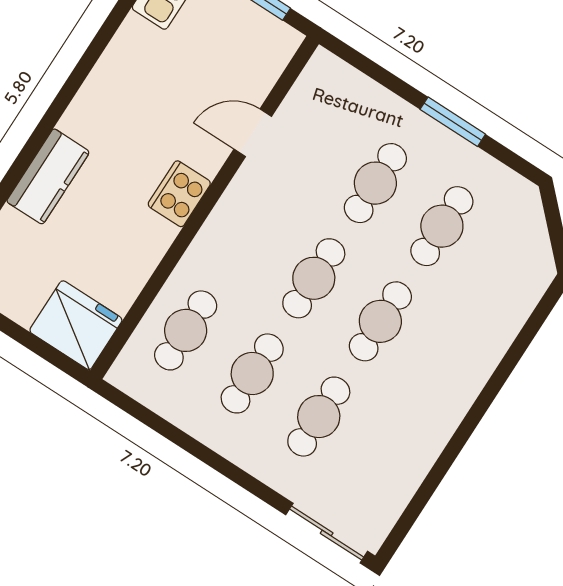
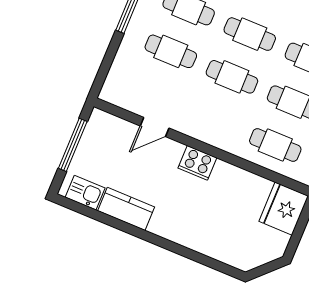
door: (253, 133) -> (155, 127), hinge flipped
kitchen counter: (48, 177) -> (126, 209), moved

